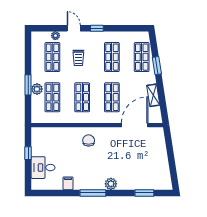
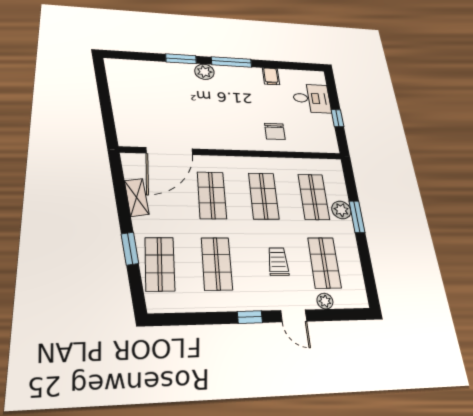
chair: (89, 140) -> (275, 131), moved
window: (144, 193) -> (181, 59), moved

